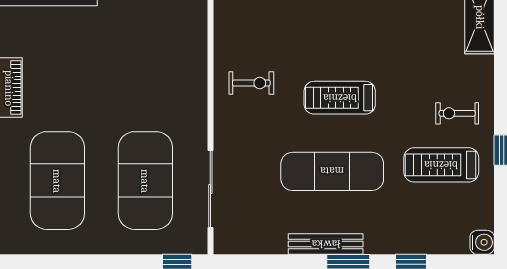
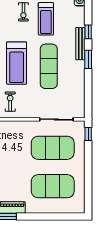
treadmill: (340, 98) -> (17, 63), width x1.37, depth x1.38
bench: (326, 244) -> (80, 44), moved

